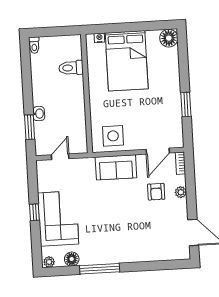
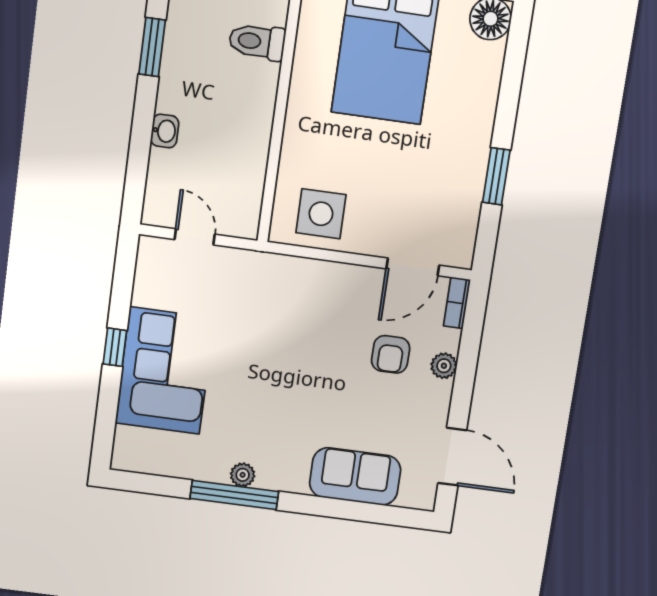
window: (30, 127) -> (152, 47), moved
door: (60, 157) -> (195, 237), hinge flipped
sofa: (116, 167) -> (355, 476), moved, turned 180
floor lamp: (72, 259) -> (178, 463), removed
plant: (49, 262) -> (243, 475), moved

